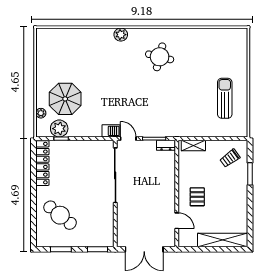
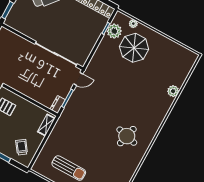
plant: (121, 35) -> (173, 91), moved
barbecue: (111, 131) -> (91, 69), removed

